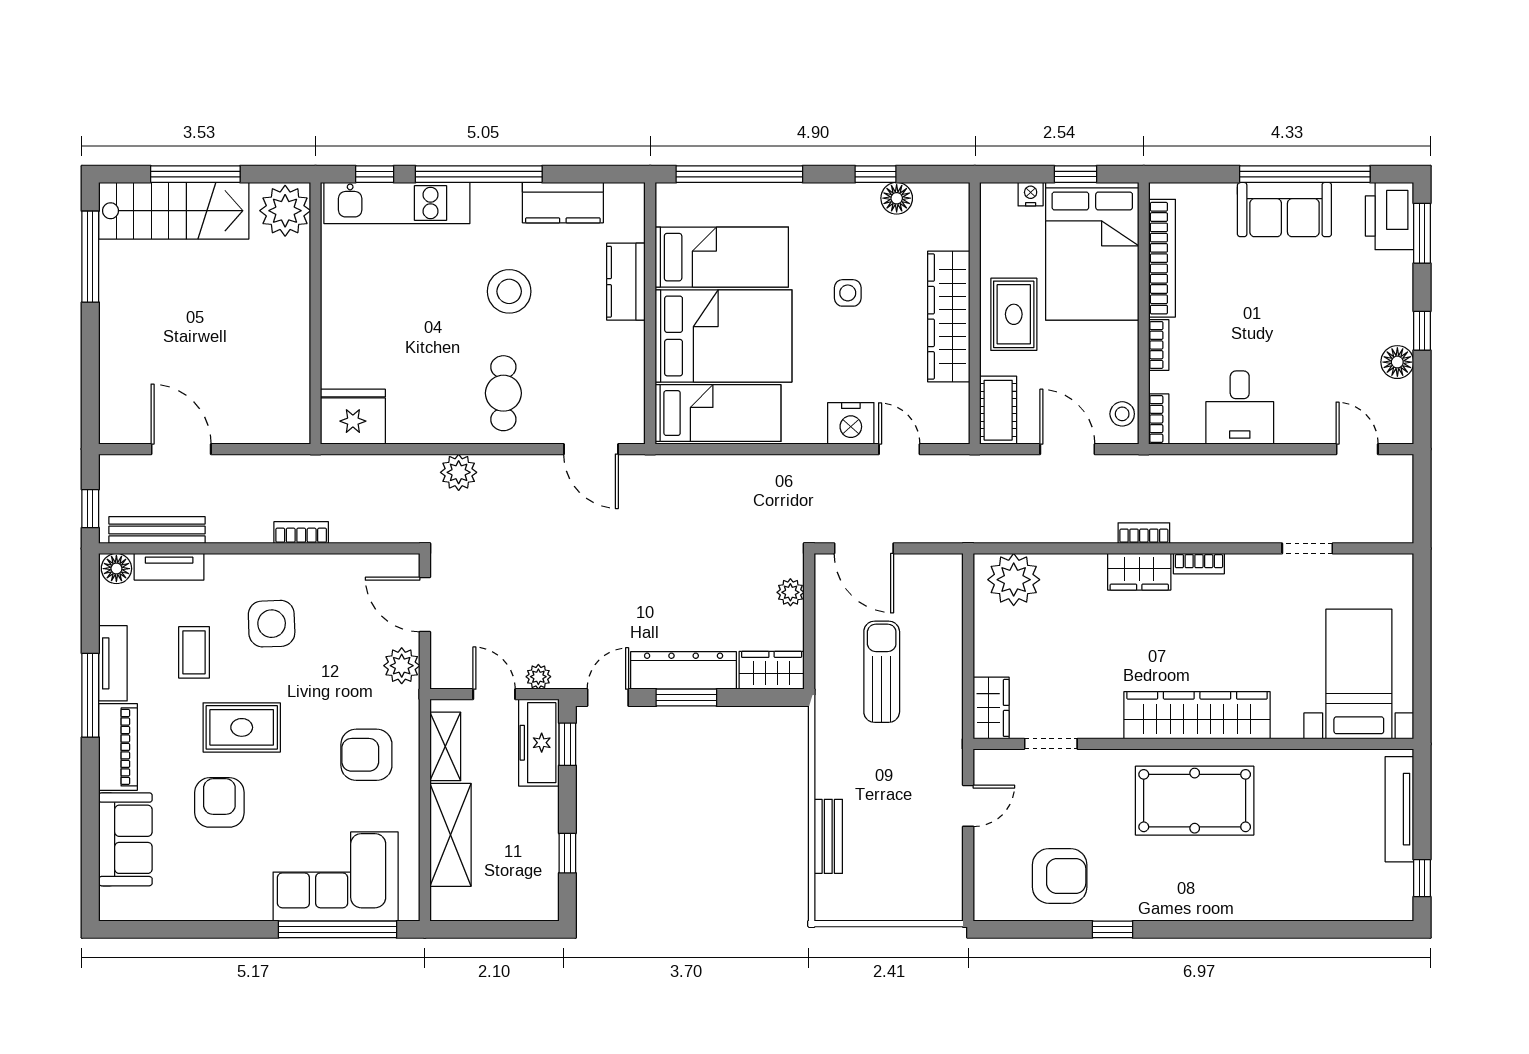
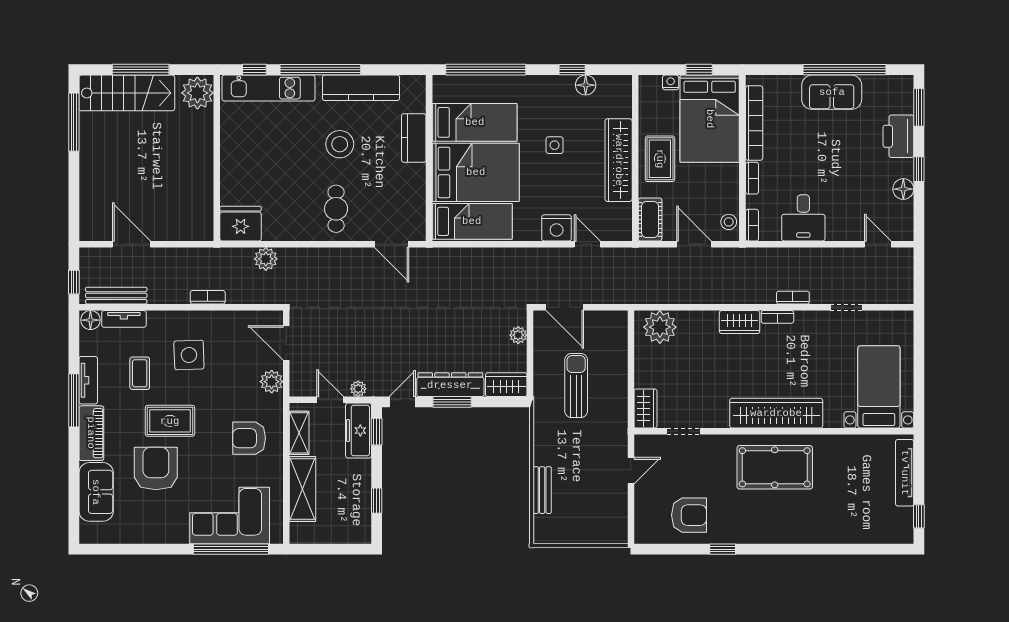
kitchen counter: (563, 203) -> (361, 88), width x1.50
printer: (1390, 216) -> (898, 136), moved
plant: (459, 472) -> (266, 259), moved
bookcase: (1144, 533) -> (793, 298), moved
armchair: (219, 802) -> (156, 468), width x1.36, depth x1.36

